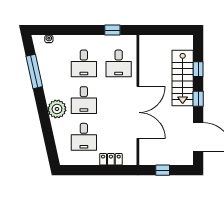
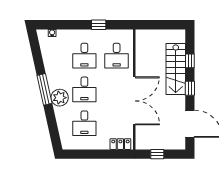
window: (112, 30) -> (99, 25), moved
window: (34, 71) -> (44, 89), moved
locker: (111, 159) -> (120, 144), moved

